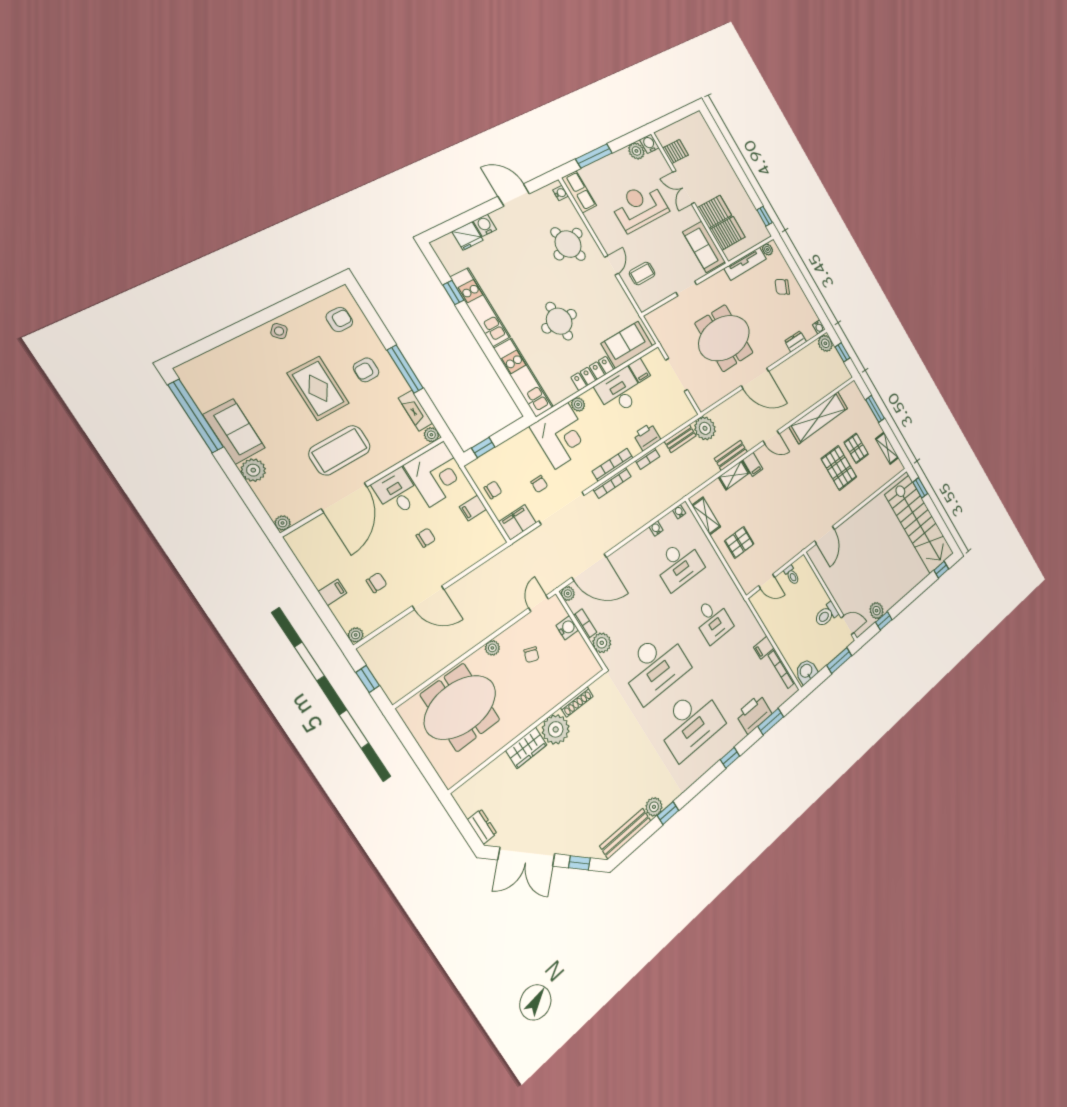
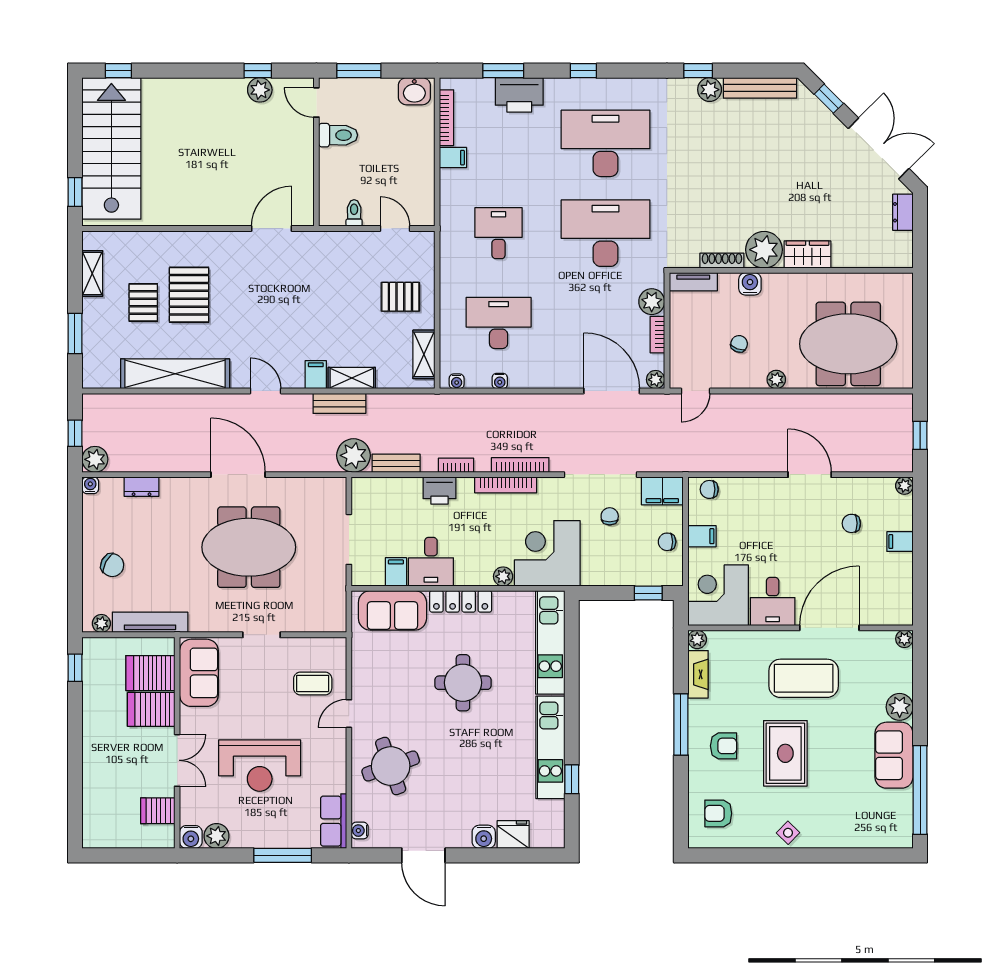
desk: (620, 391) -> (431, 562), width x0.73
chair: (426, 538) -> (709, 489), moved
water cooler: (567, 628) -> (750, 284), moved, turned 90
tv unit: (585, 675) -> (693, 282), added

